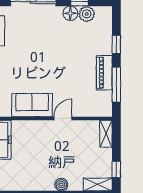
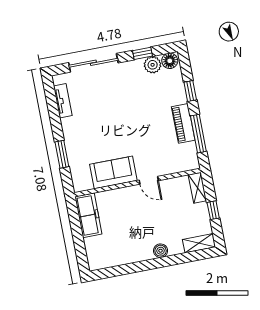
floor lamp: (70, 13) -> (170, 61), moved
door: (63, 118) -> (149, 180), swing flipped
window: (116, 169) -> (213, 210), moved

